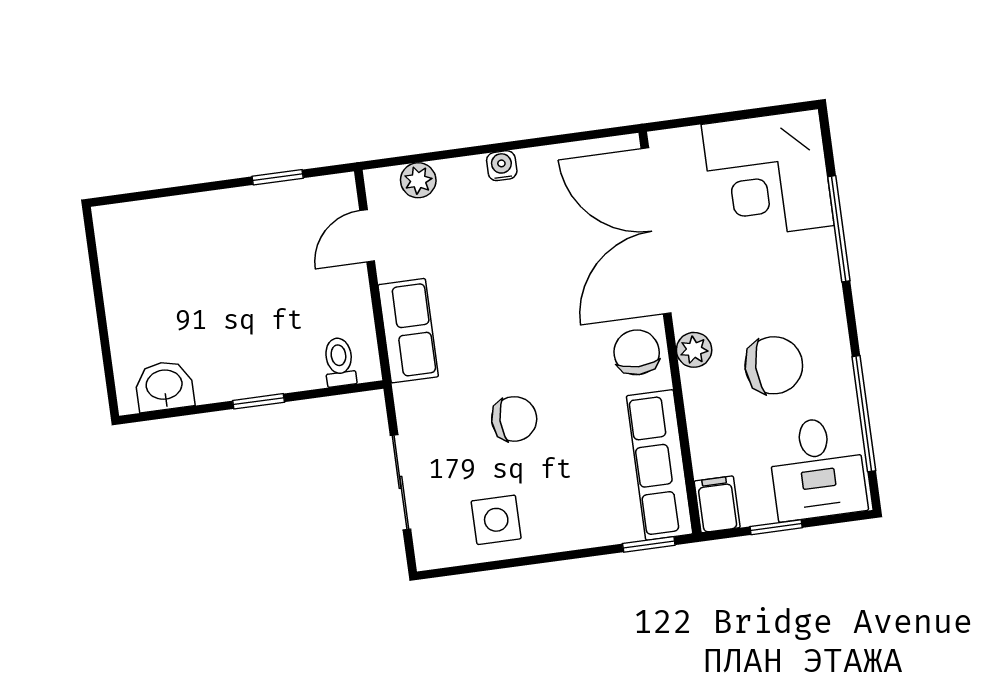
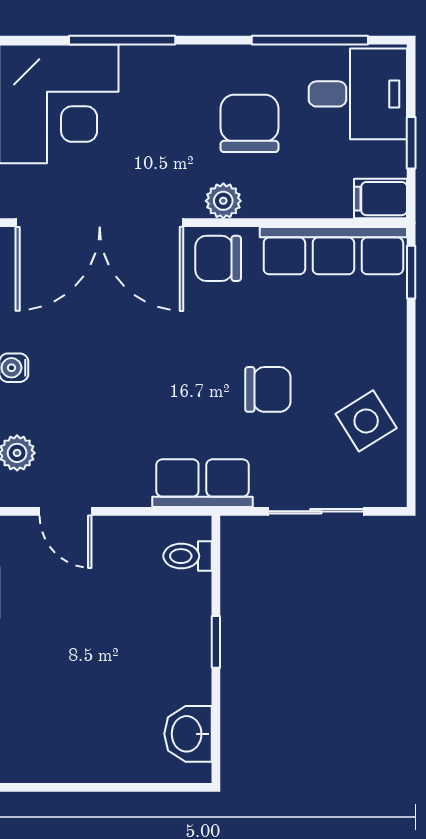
row of seats: (408, 331) -> (202, 483), moved
chair: (514, 419) -> (268, 389), turned 90
side table: (496, 520) -> (366, 421), turned -32

